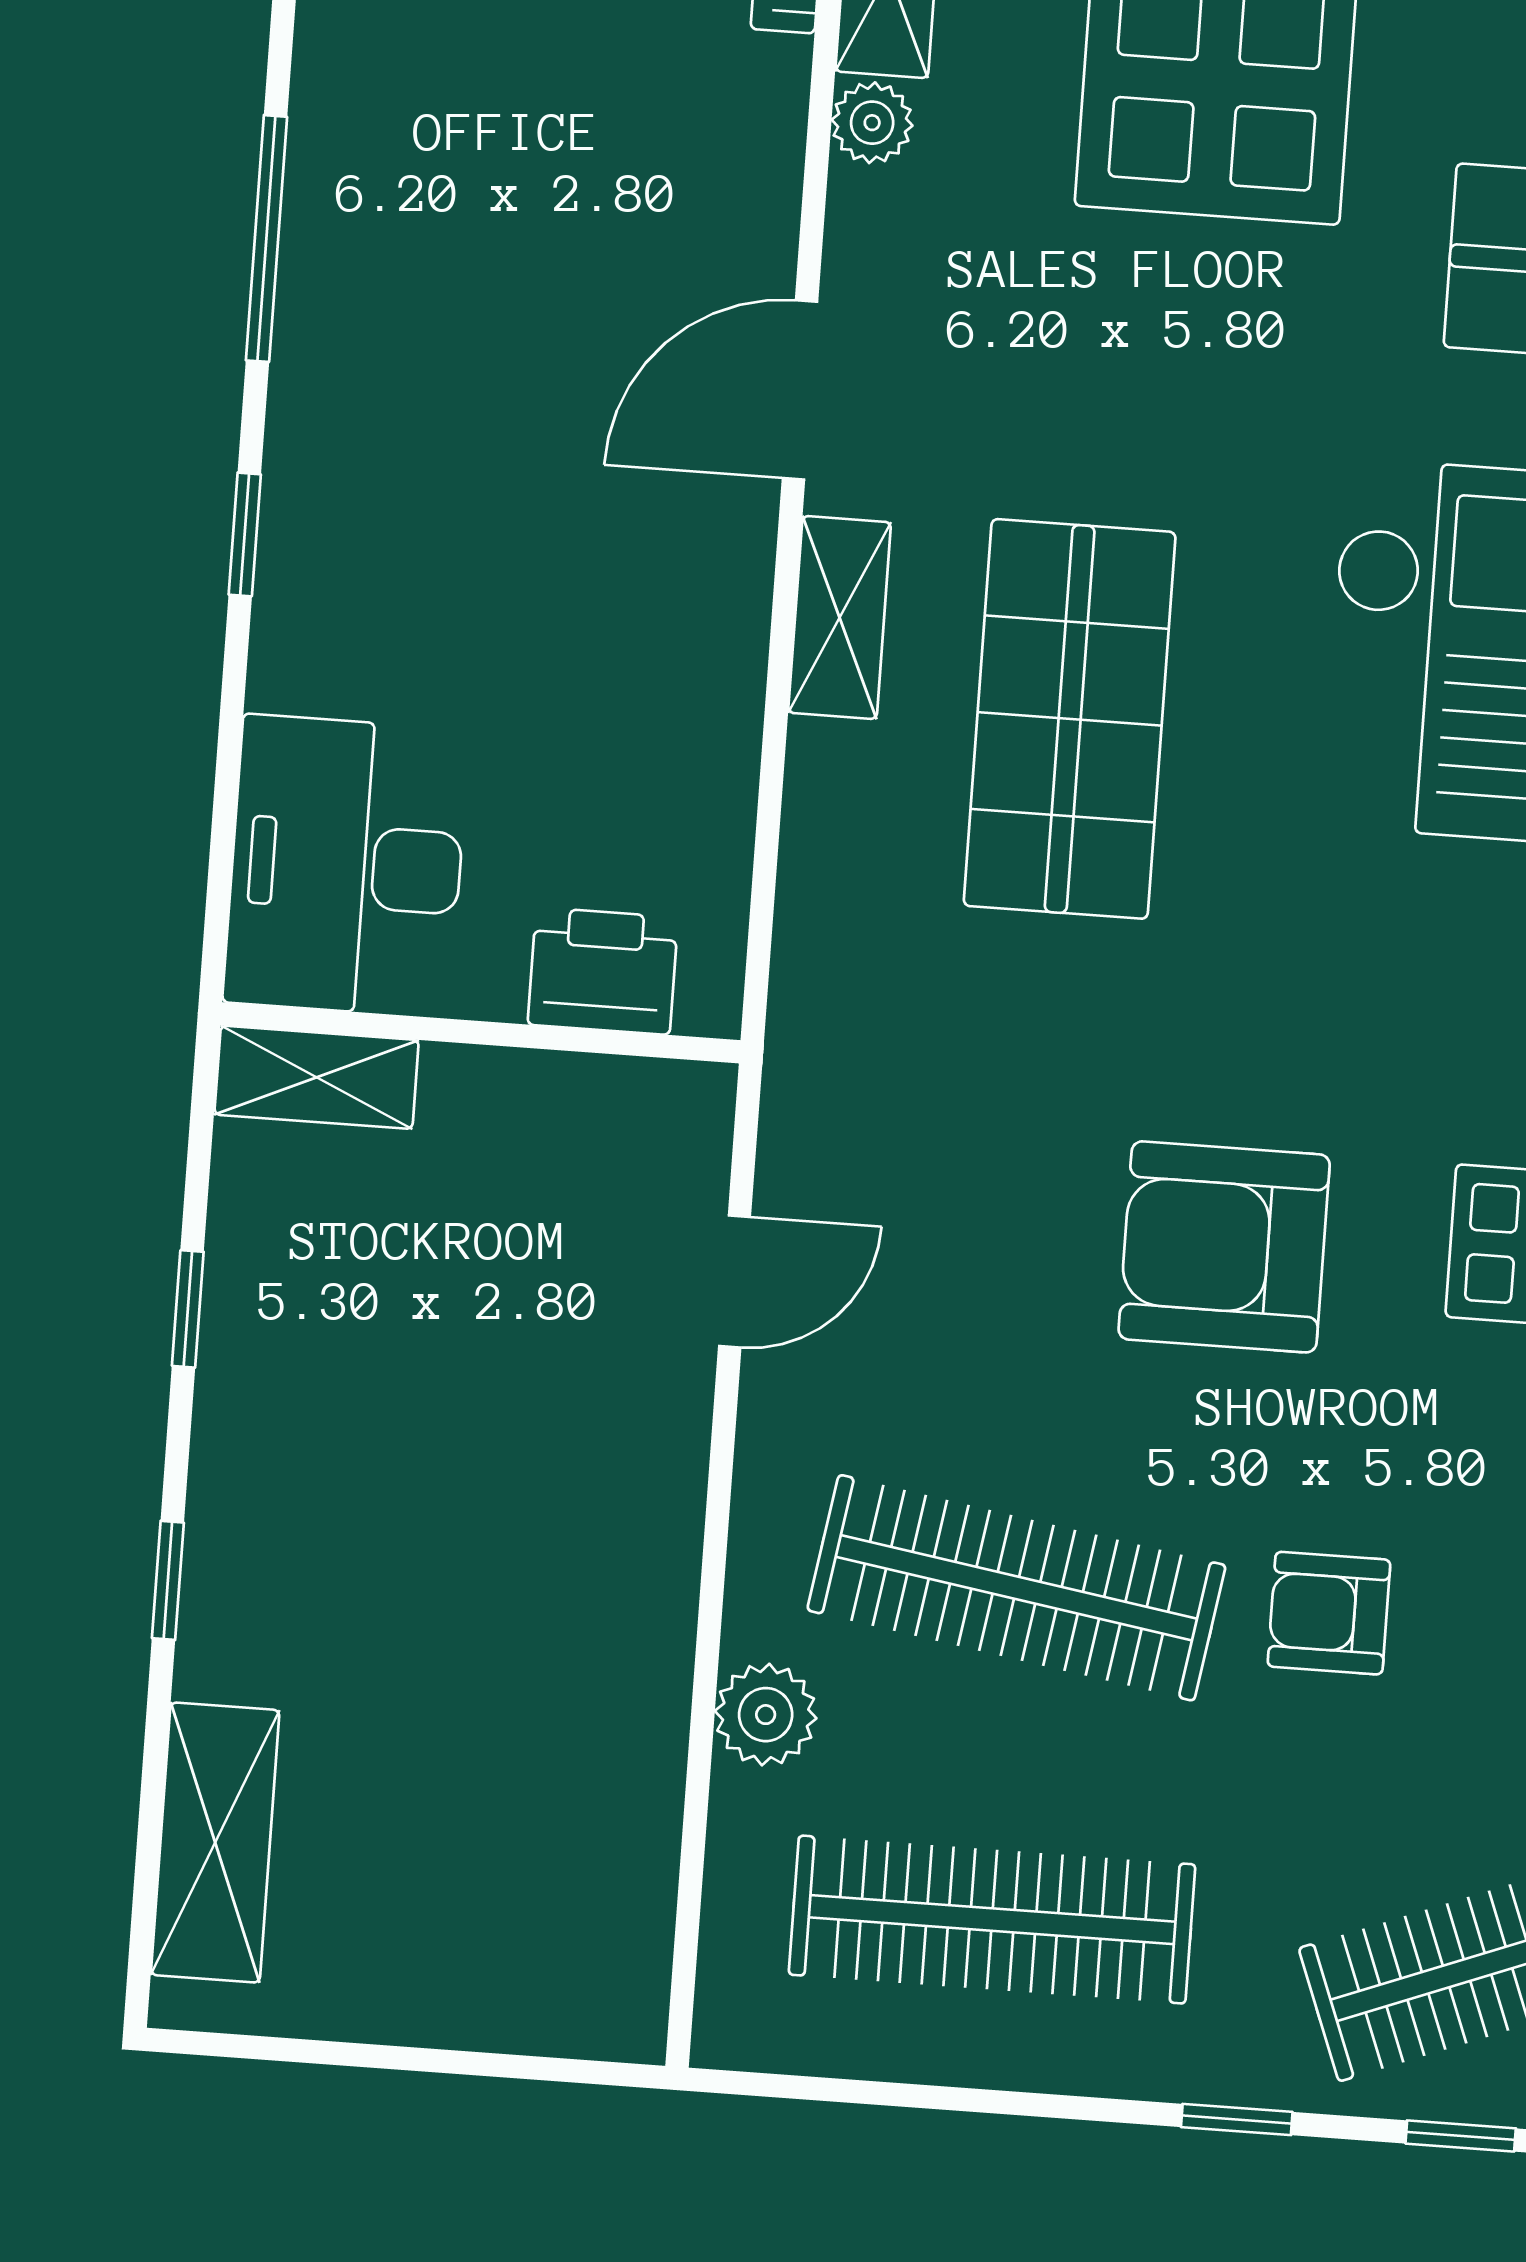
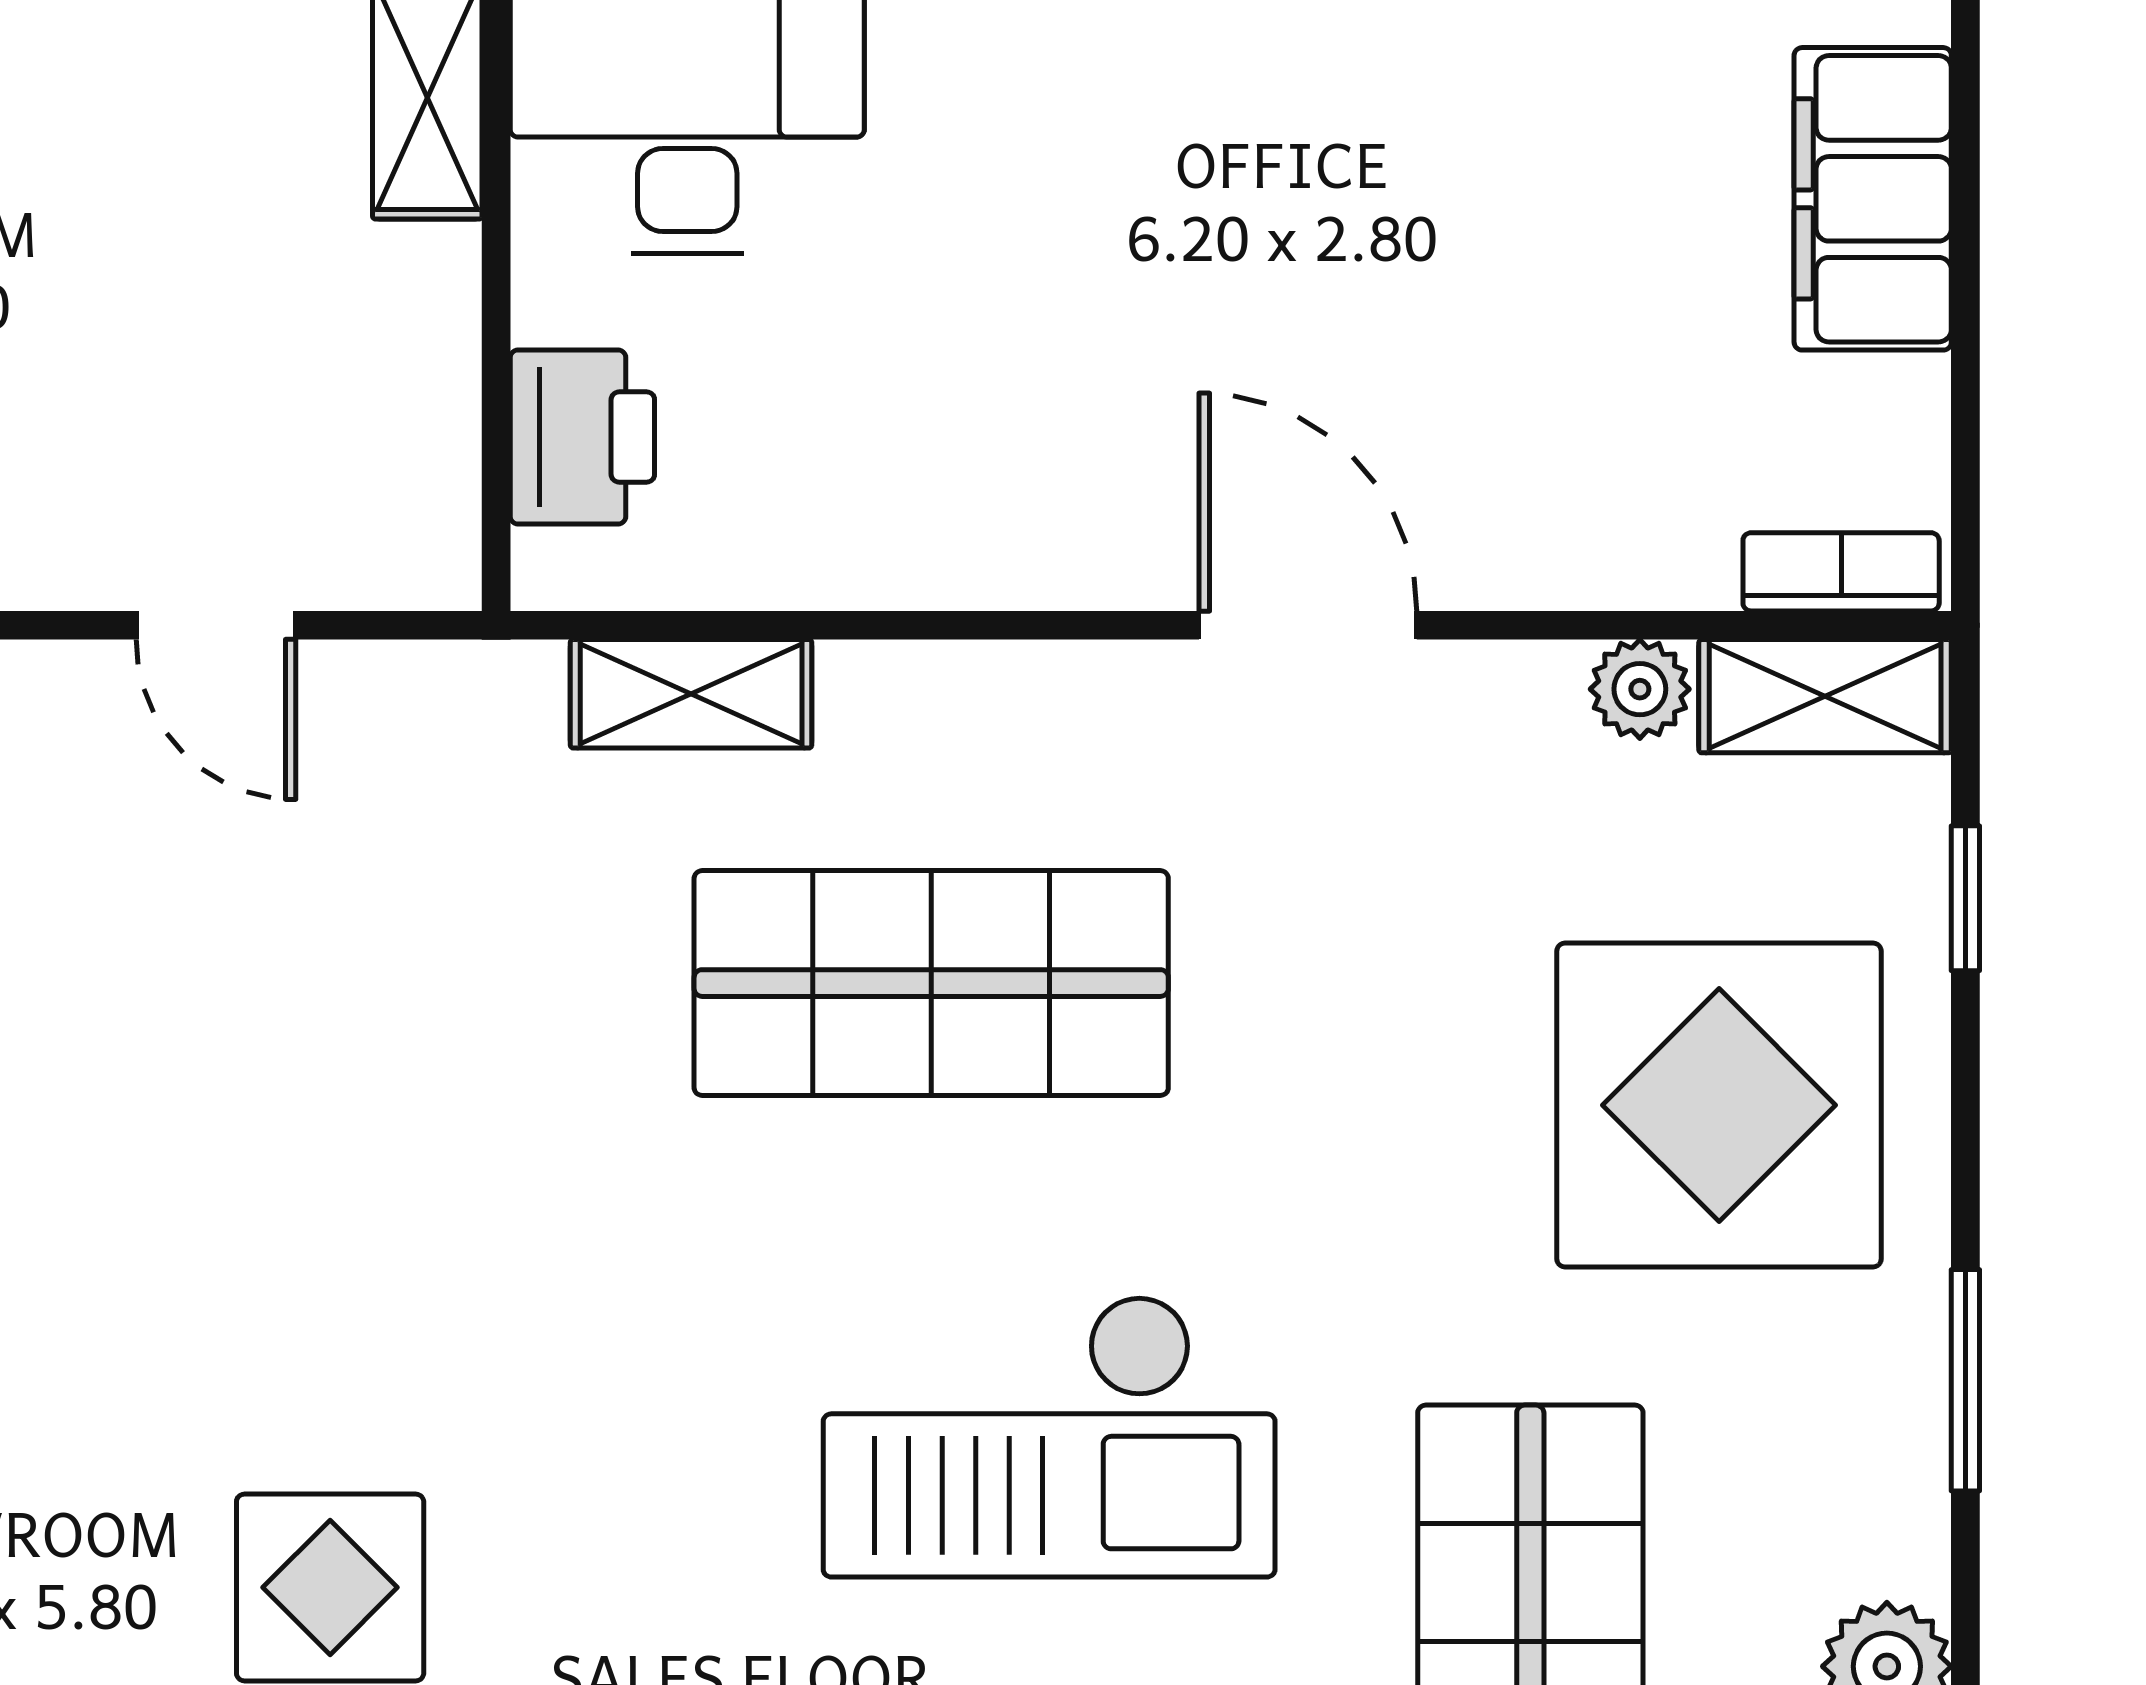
shelving: (840, 617) -> (691, 694), moved
armchair: (1224, 1247) -> (302, 1218), removed

